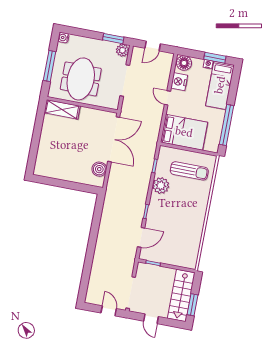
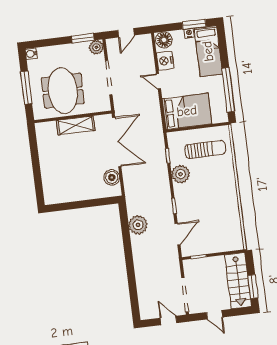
shelving: (62, 109) -> (76, 125), moved
plant: (109, 218) -> (138, 225), added

